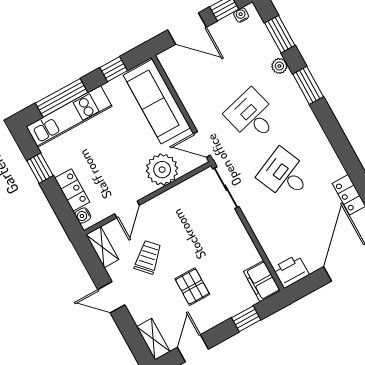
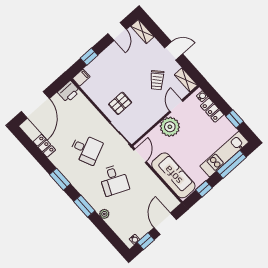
door: (187, 29) -> (165, 224), hinge flipped
window: (280, 34) -> (60, 179), moved
desk: (252, 116) -> (114, 180), turned 39
door: (202, 144) -> (140, 156), hinge flipped
plant: (162, 170) -> (170, 127), moved
filing cabinet: (262, 281) -> (81, 78), width x0.50
pallet: (192, 287) -> (120, 103), moved, turned 90

